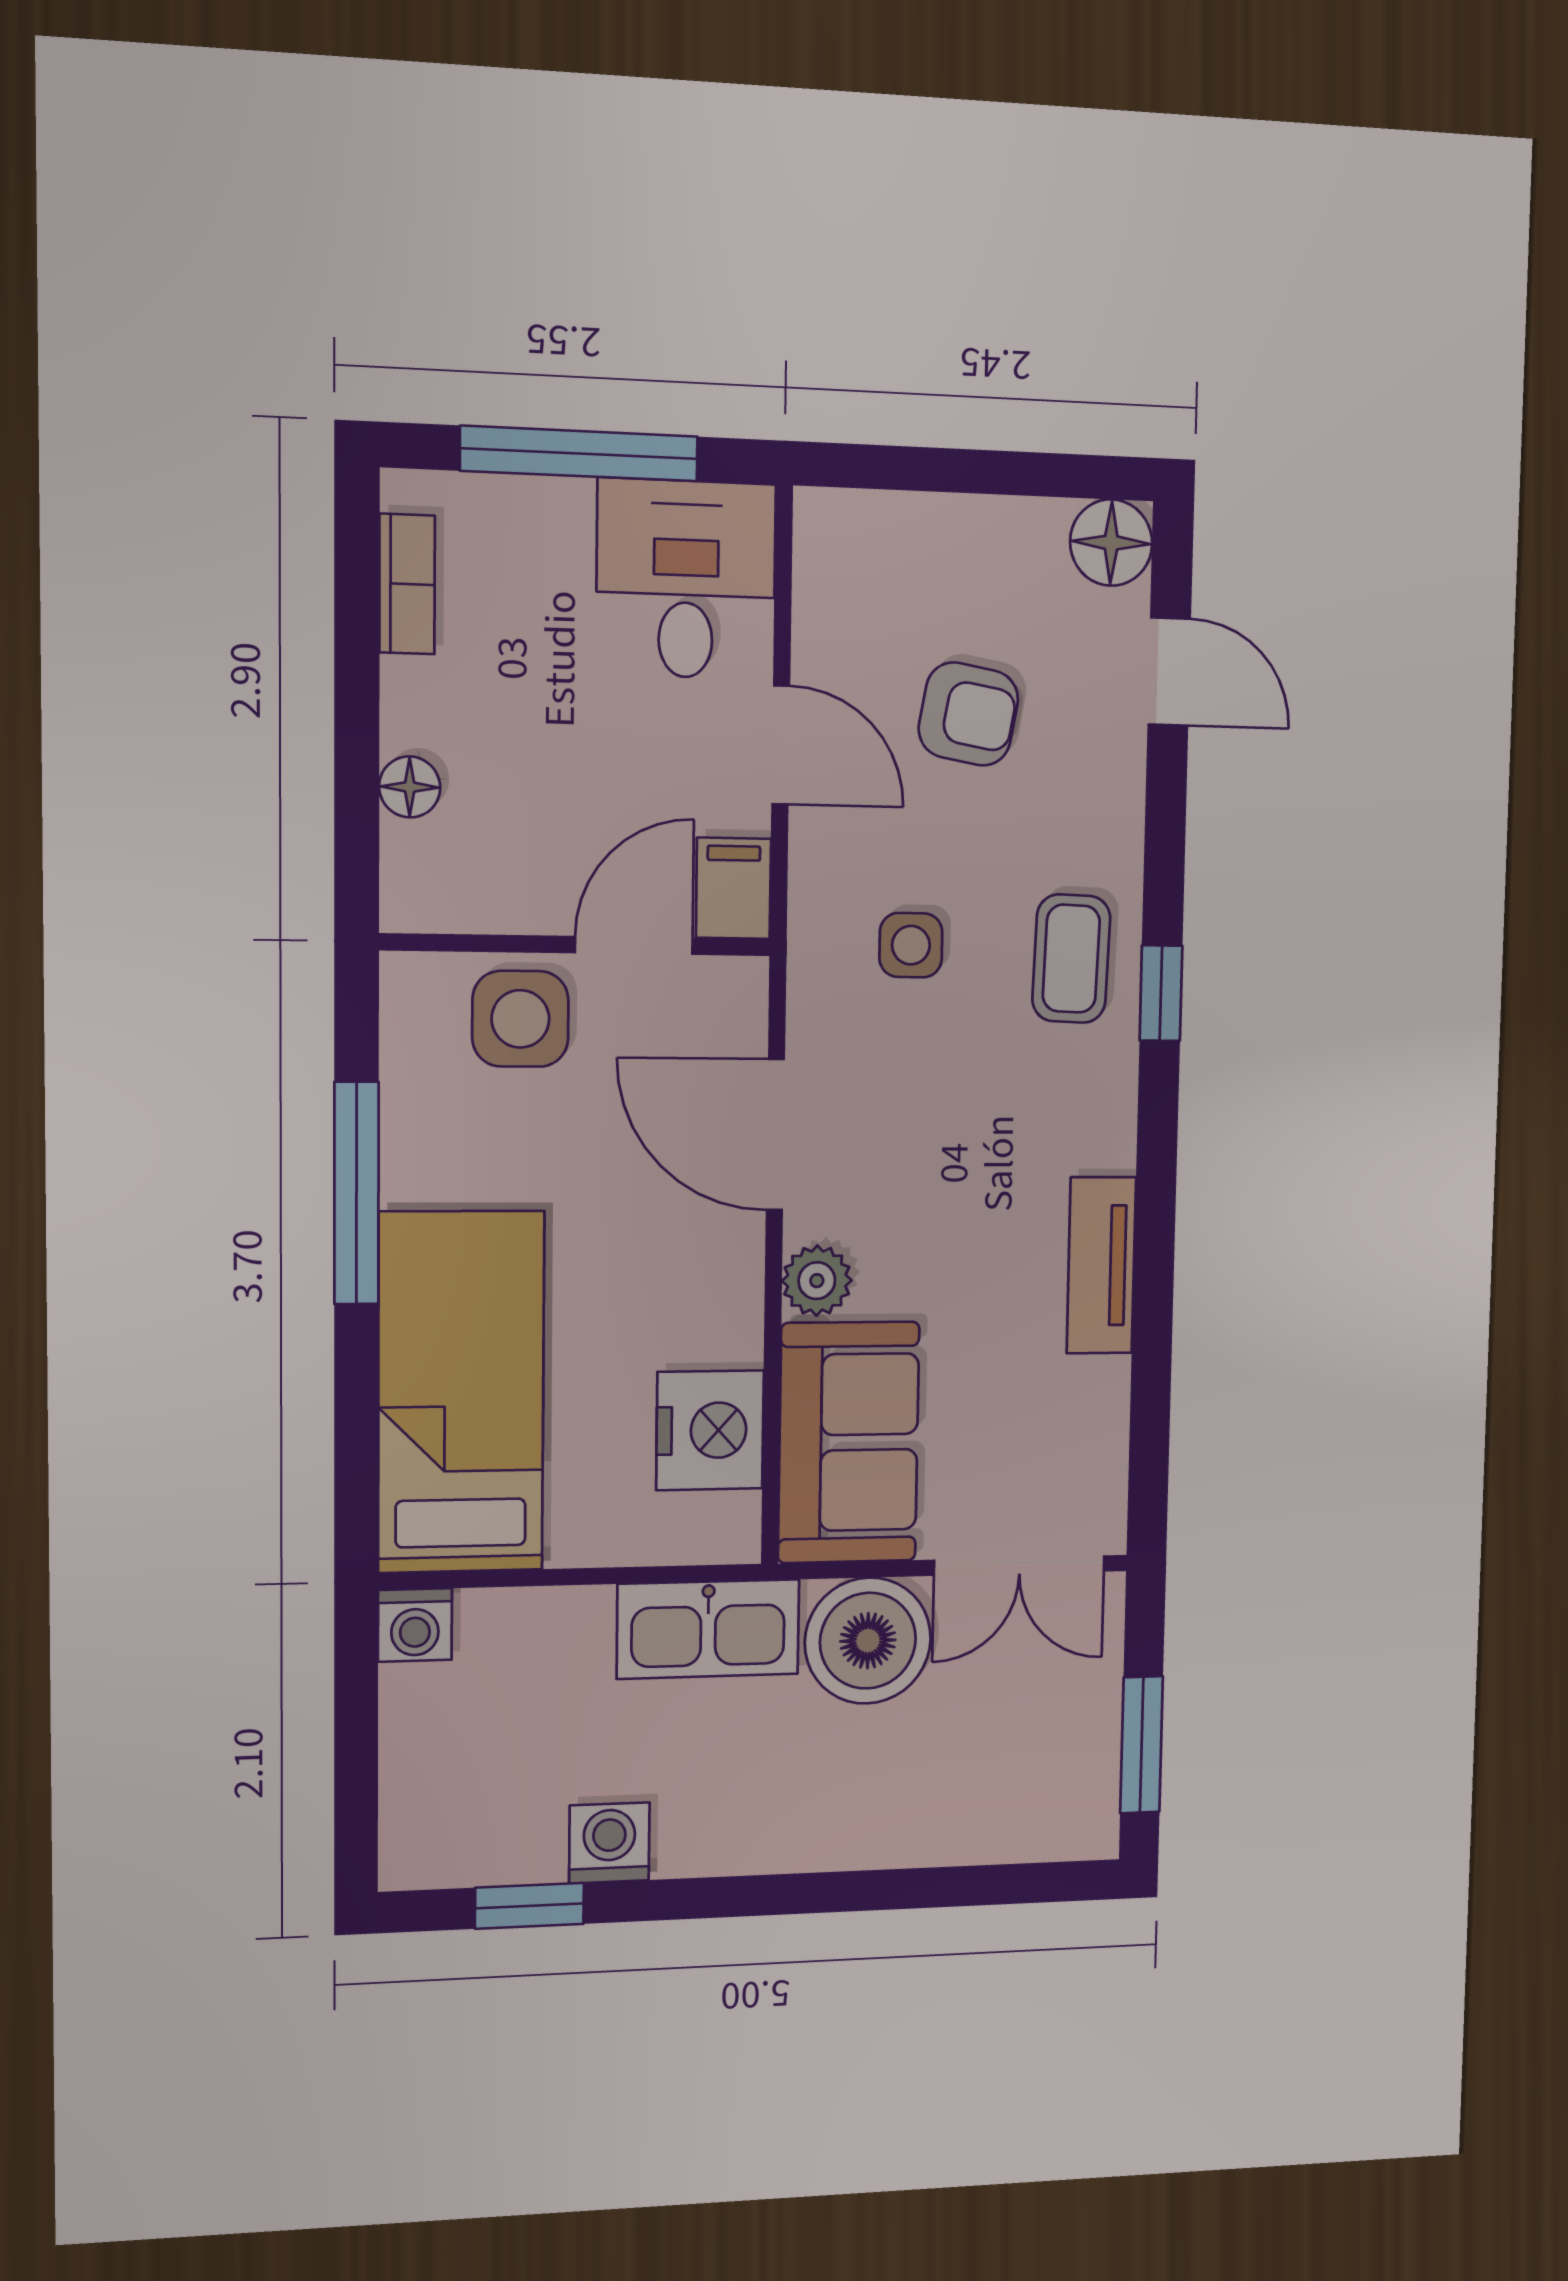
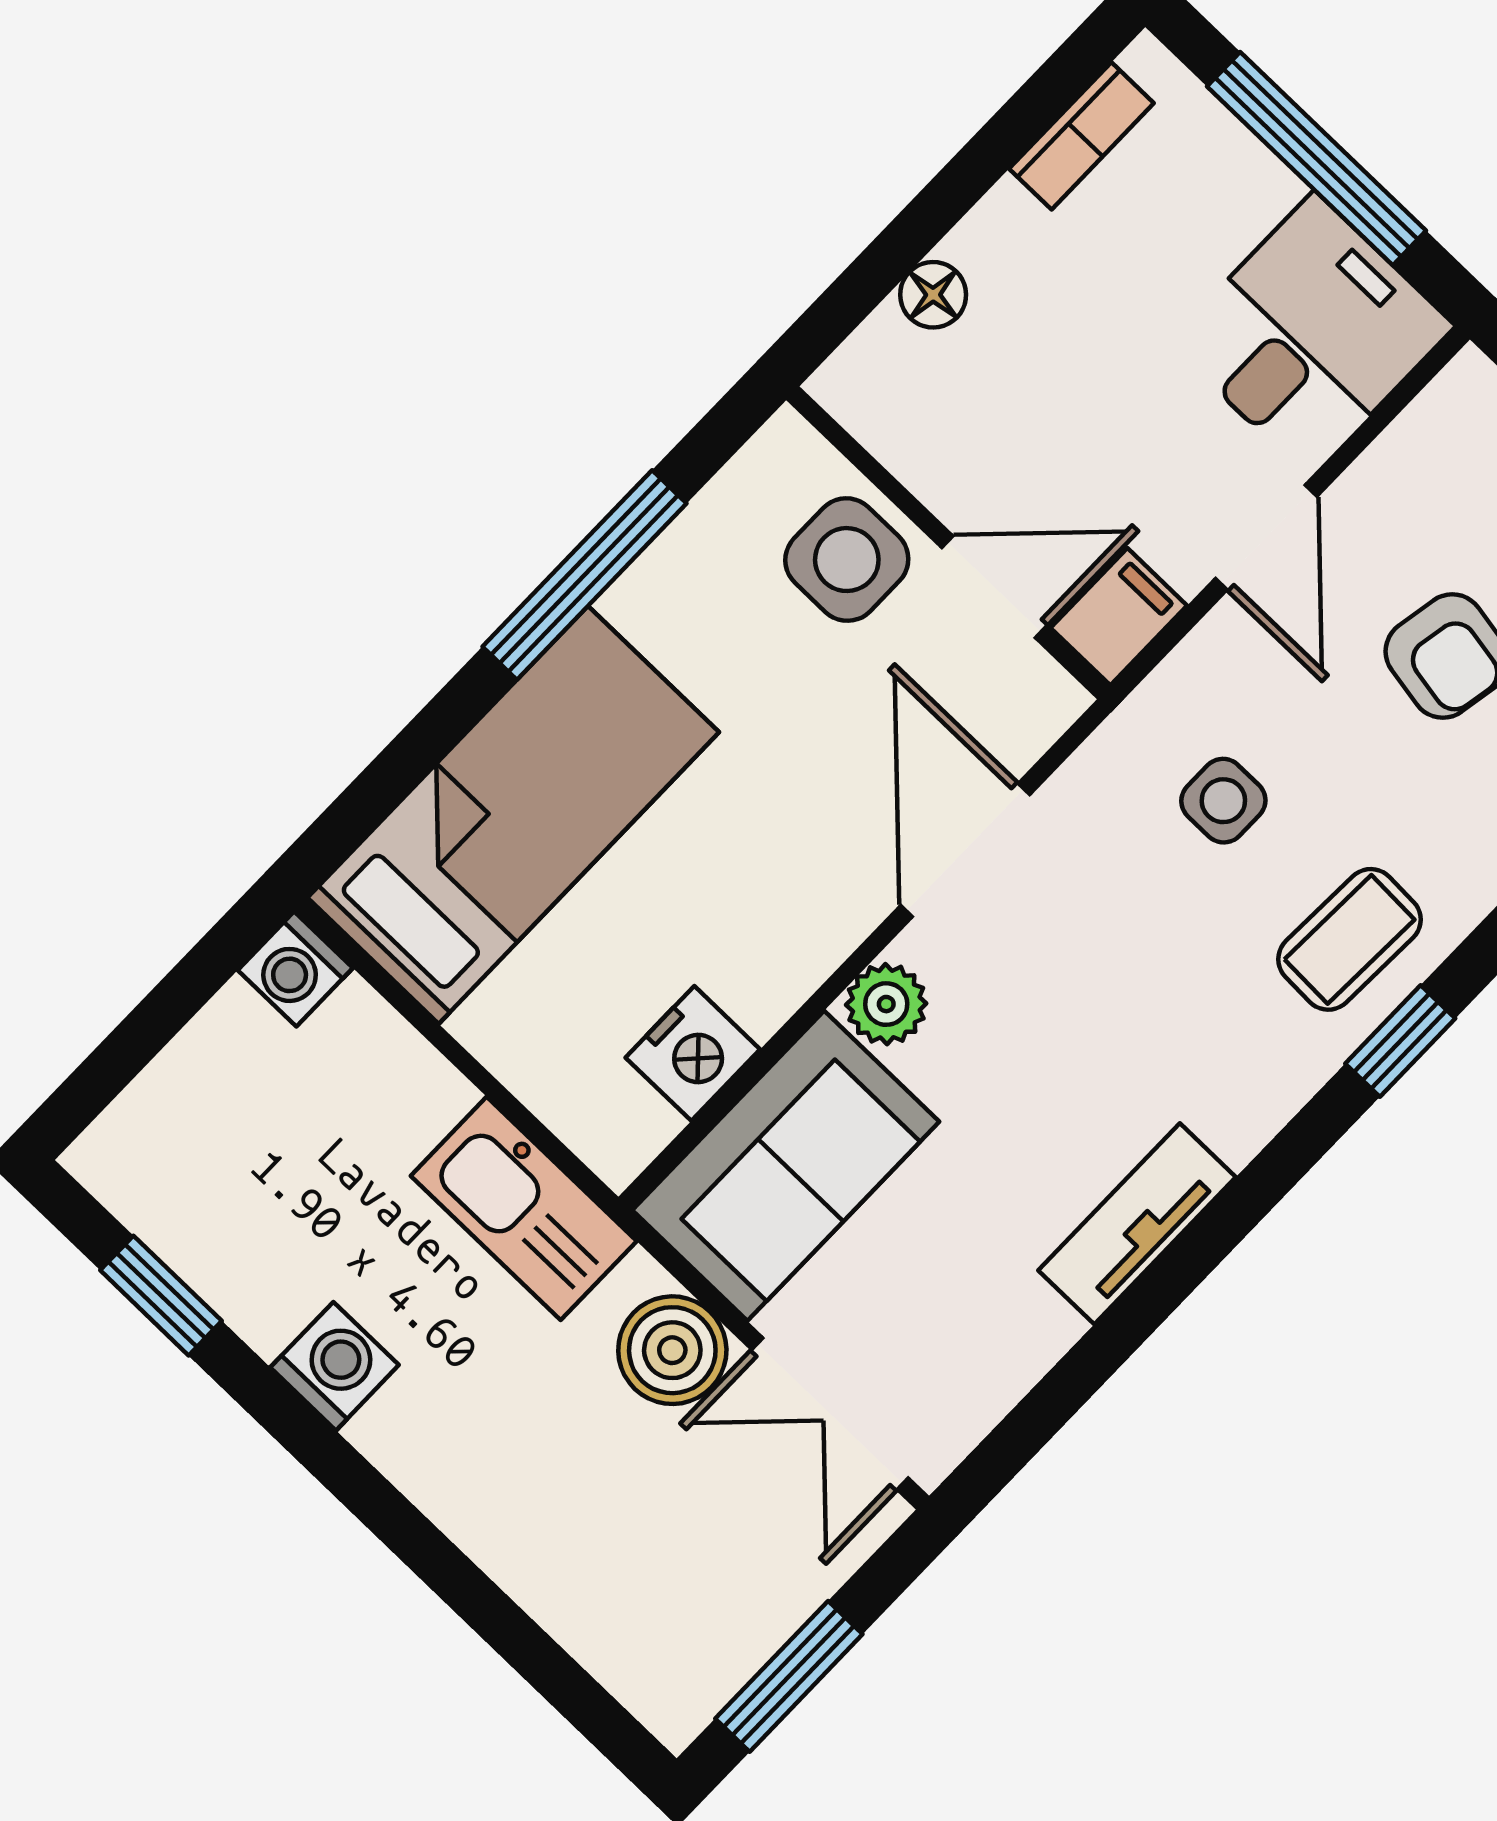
nightstand: (710, 1430) -> (693, 1053), width x0.74, depth x0.75
boiler: (868, 1641) -> (672, 1350), width x0.73, depth x0.73
washing machine: (609, 1843) -> (335, 1366), moved

